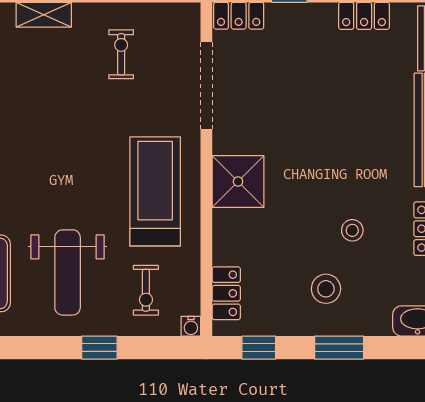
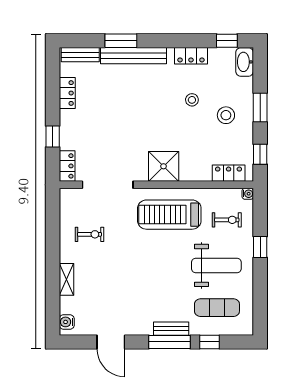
exercise bike: (121, 54) -> (89, 234), turned 180

